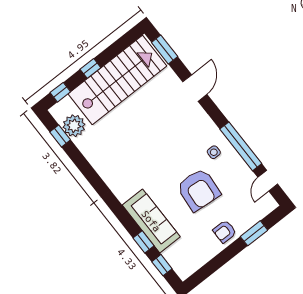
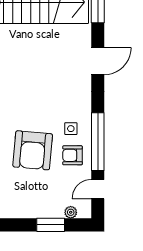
plant: (261, 213) -> (71, 212), added
armchair: (225, 231) -> (72, 155), moved

